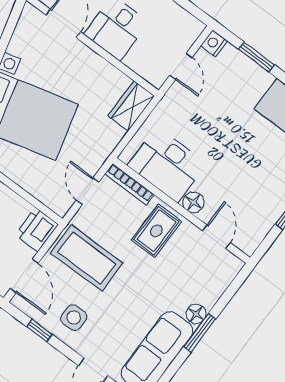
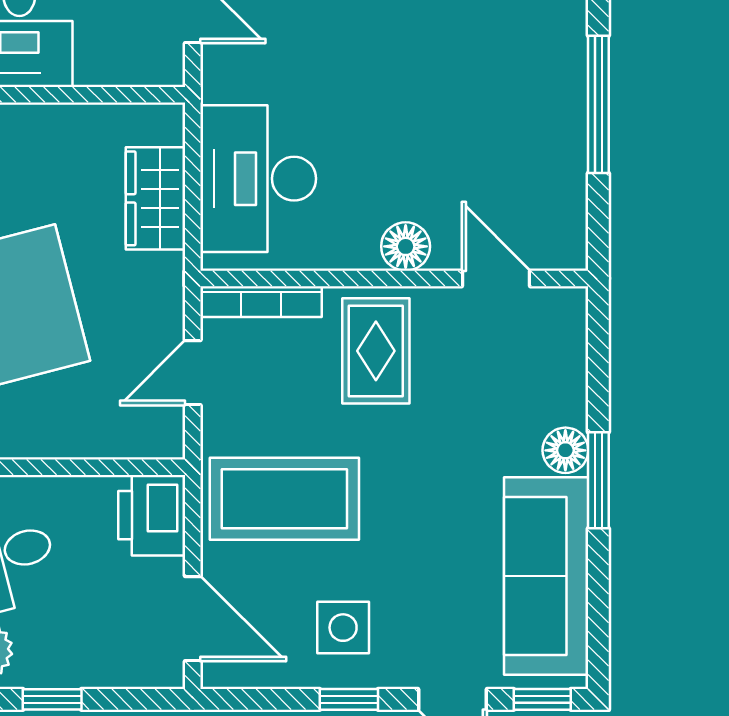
wardrobe: (131, 106) -> (156, 198), moved
desk: (167, 165) -> (258, 179), moved, turned 90
door: (88, 191) -> (193, 373), hinge flipped
window: (39, 330) -> (349, 699), moved

